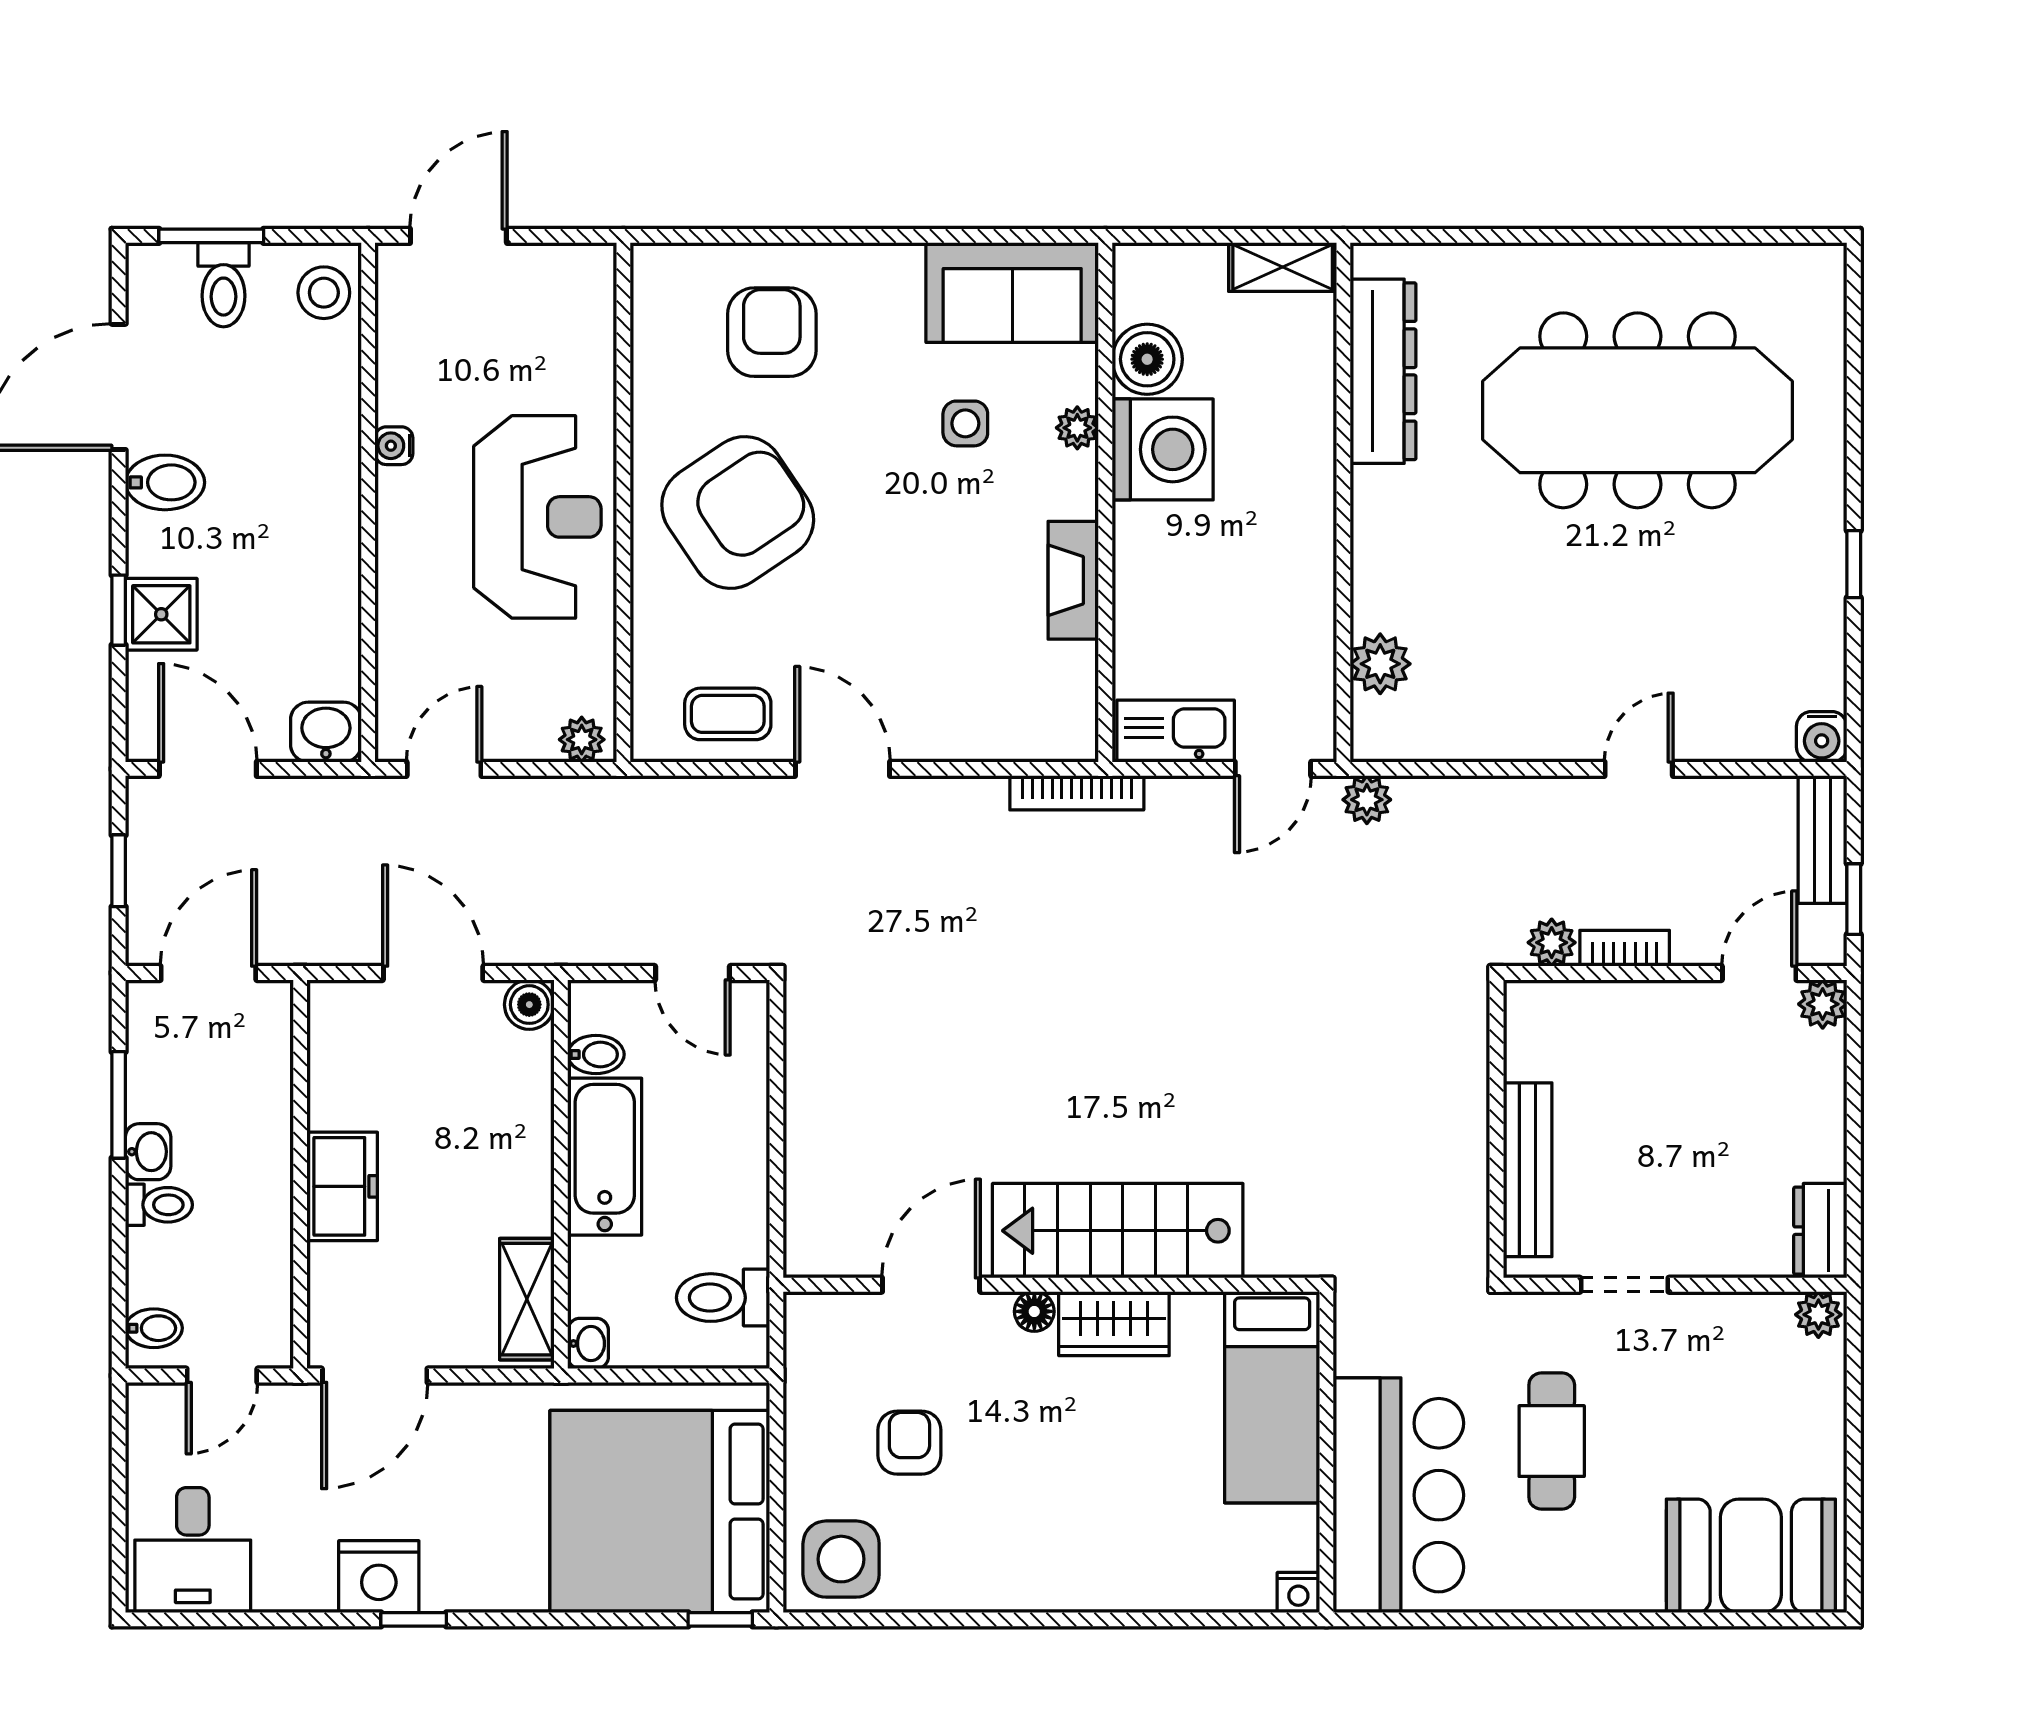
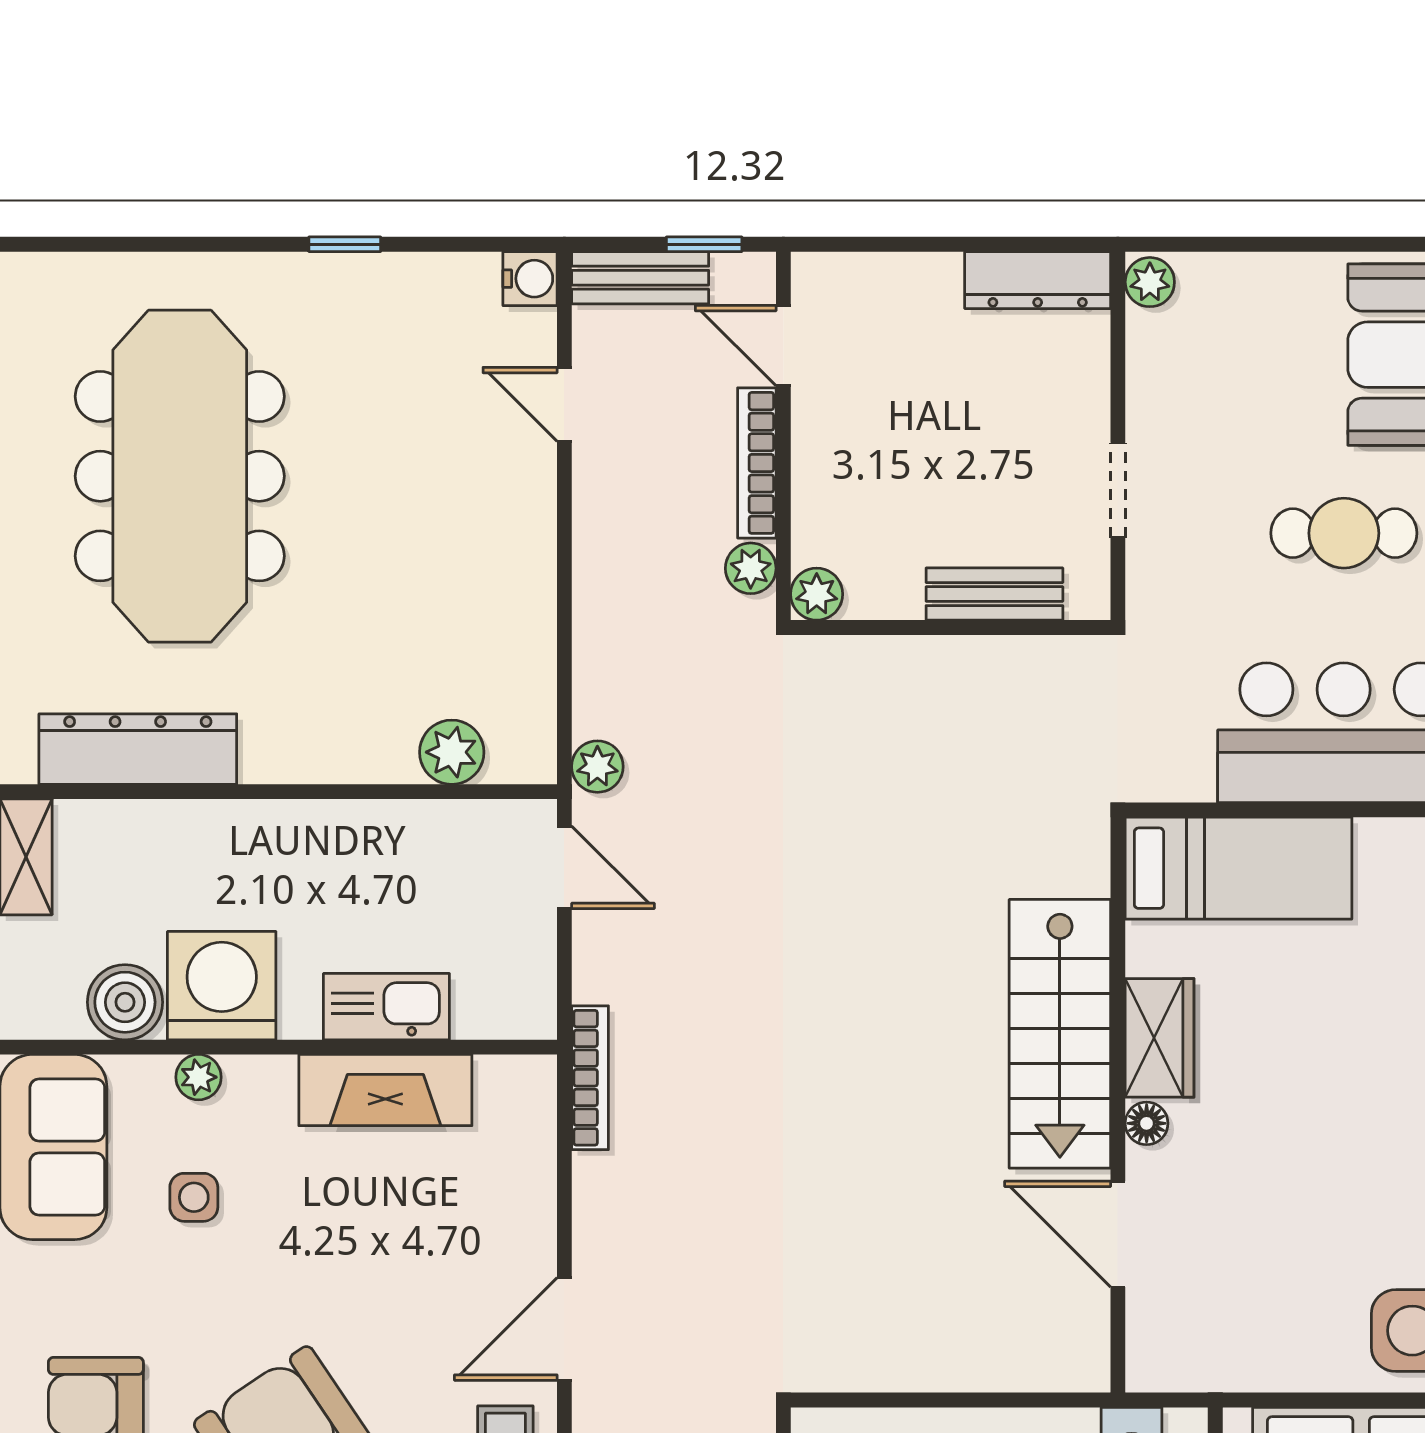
fireplace: (1073, 580) -> (385, 1090), width x1.37, depth x1.32
kitchen sink: (1176, 731) -> (386, 1007), moved, turned 90
door: (1639, 769) -> (564, 404), moved
bookcase: (1625, 948) -> (757, 463), width x1.56
plant: (1823, 1004) -> (817, 594), moved
bench: (1528, 1170) -> (994, 594), width x0.73
dresser: (1820, 1231) -> (1038, 280), width x1.44
cafe table: (1552, 1441) -> (1344, 533), moved
armchair: (909, 1443) -> (1287, 1257), removed

